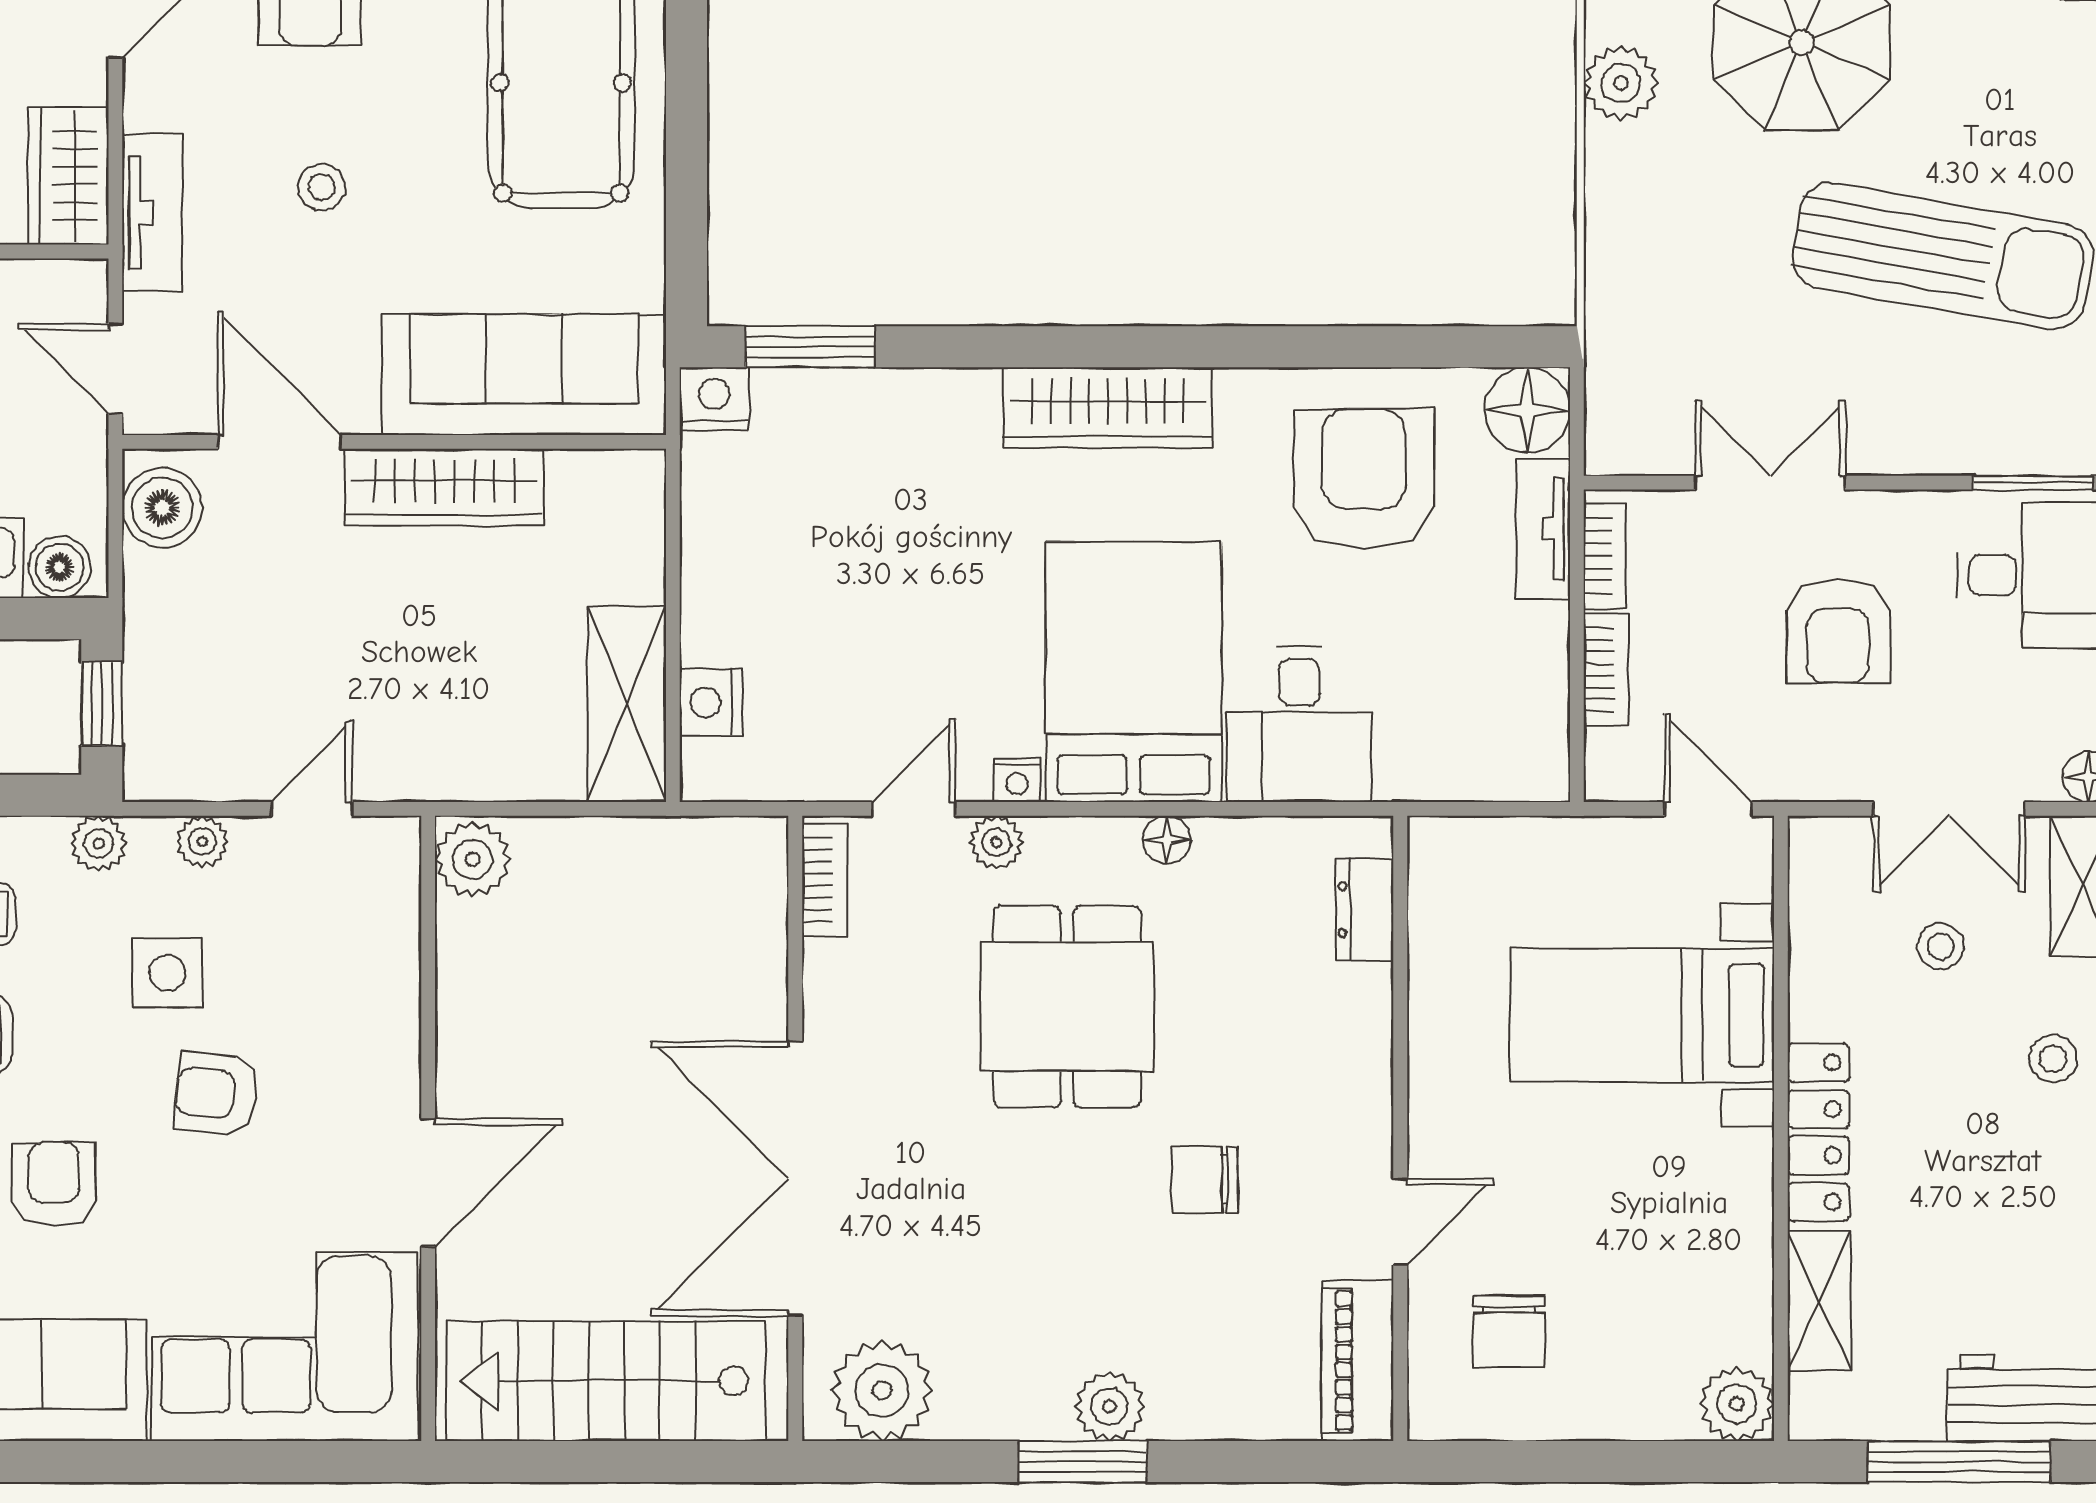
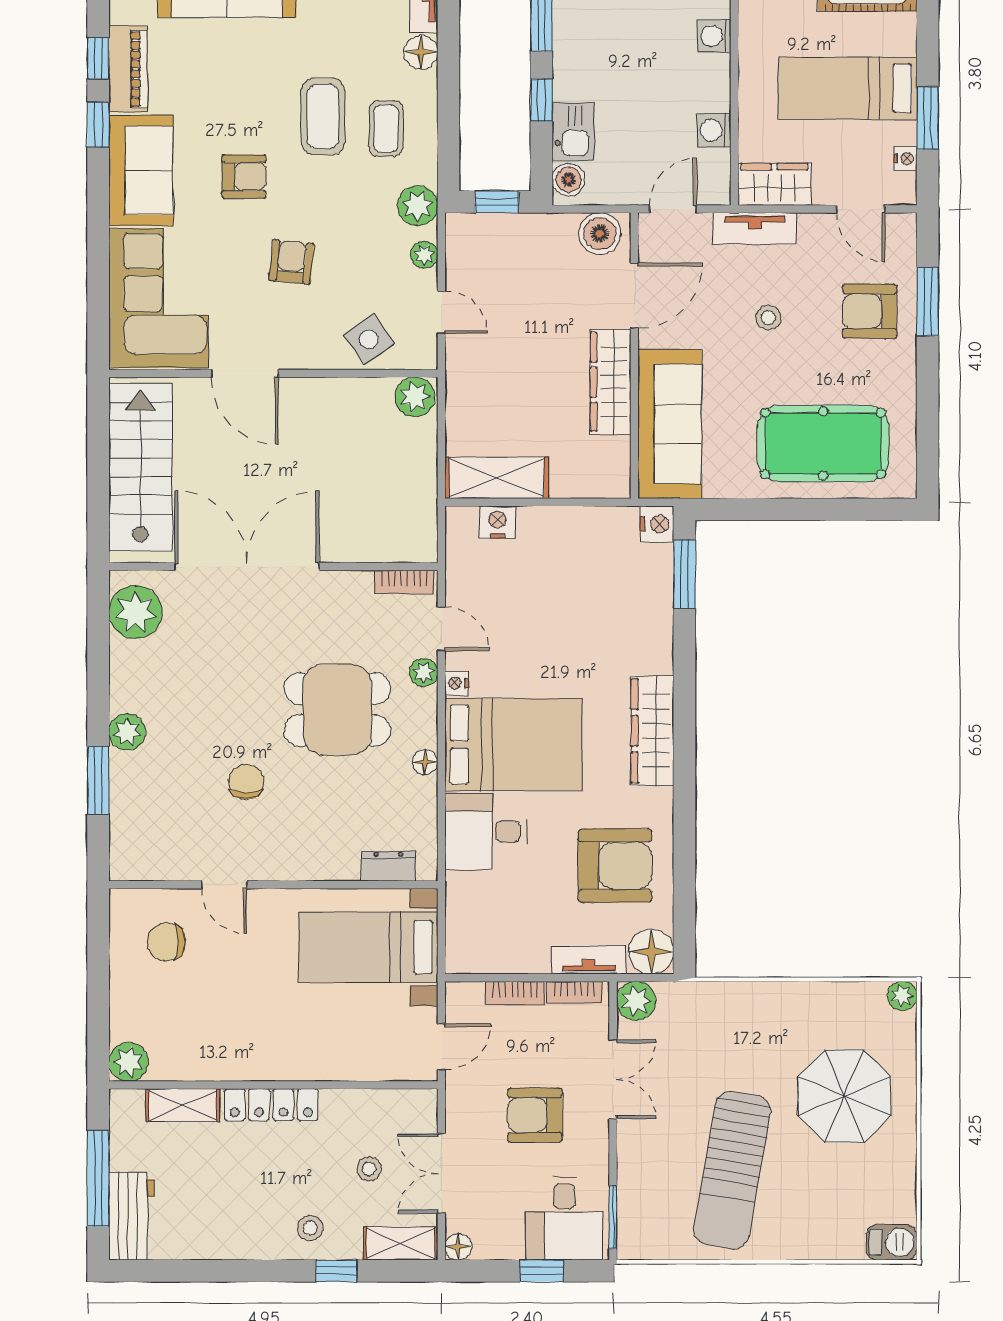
plant: (1621, 83) -> (636, 1001), moved
plant: (98, 844) -> (418, 206), width x1.38, depth x1.38
side table: (167, 973) -> (369, 339), moved, turned -35
bed with nightstands: (1642, 1015) -> (368, 947), moved, turned -90
piano: (1358, 1361) -> (151, 862), removed
window: (1083, 1462) -> (98, 780), moved

